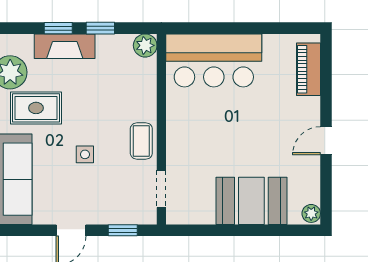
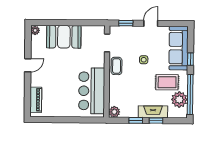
bar counter: (214, 60) -> (92, 91), moved, turned -90

